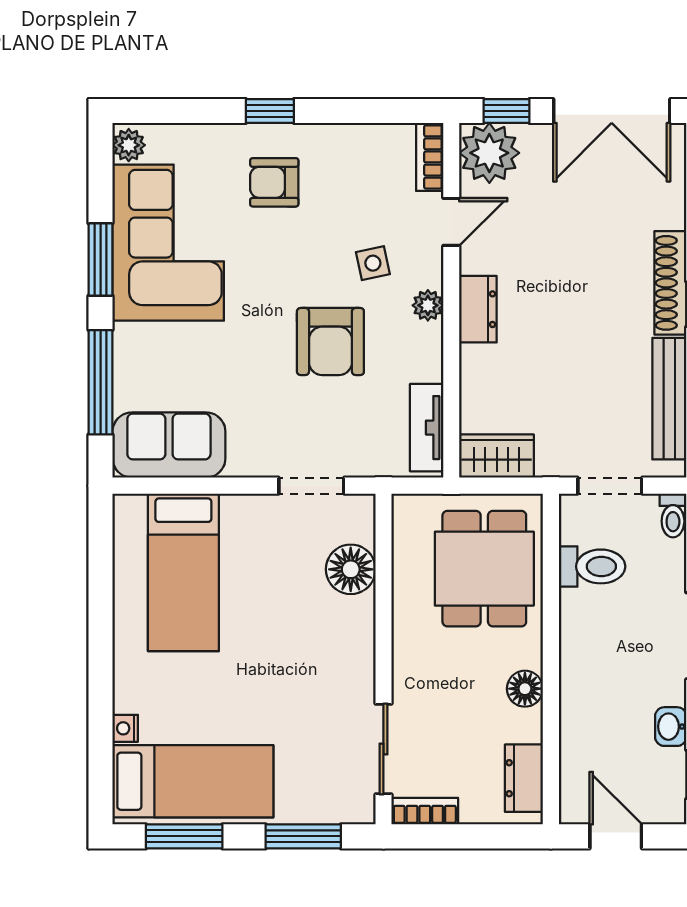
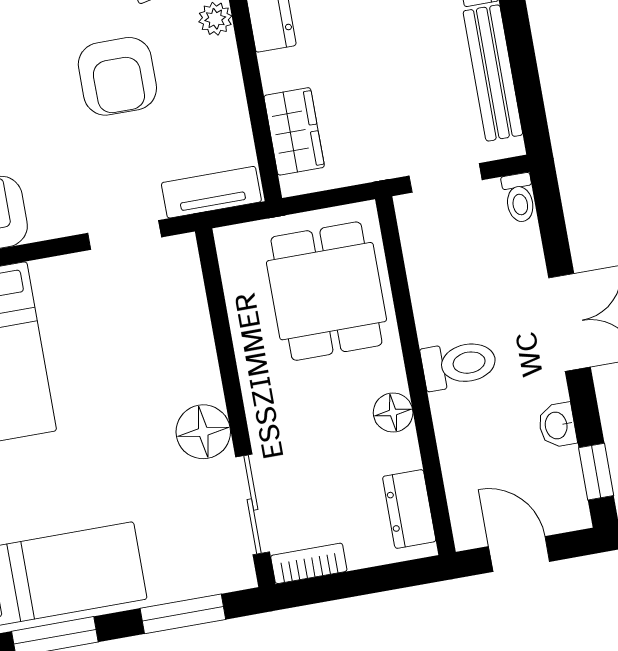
tv unit: (427, 428) -> (211, 192), moved, turned 90
wardrobe: (497, 456) -> (294, 131), moved, turned 90
toilet: (592, 566) -> (459, 364), moved
floor lamp: (351, 569) -> (203, 432), moved

